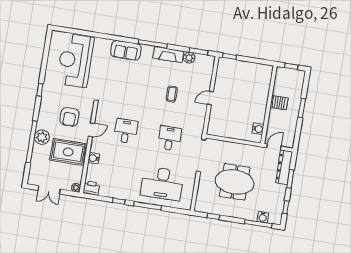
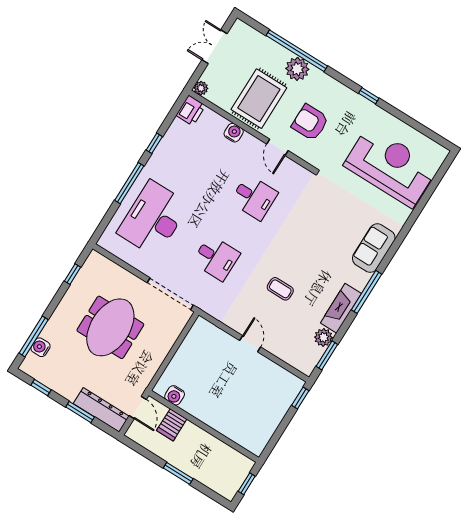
server rack: (279, 103) -> (172, 425), moved

